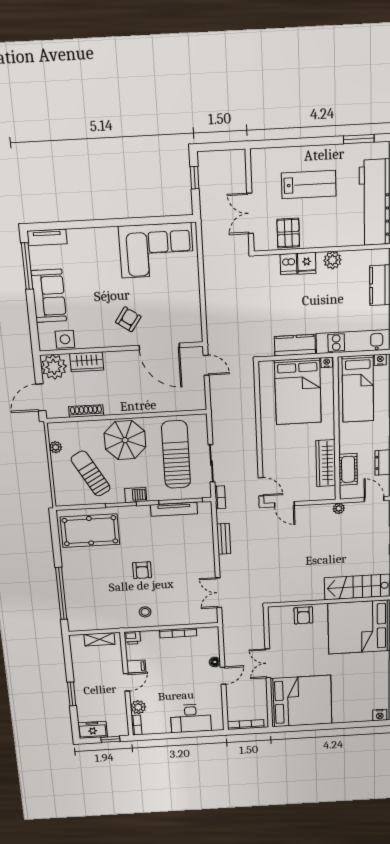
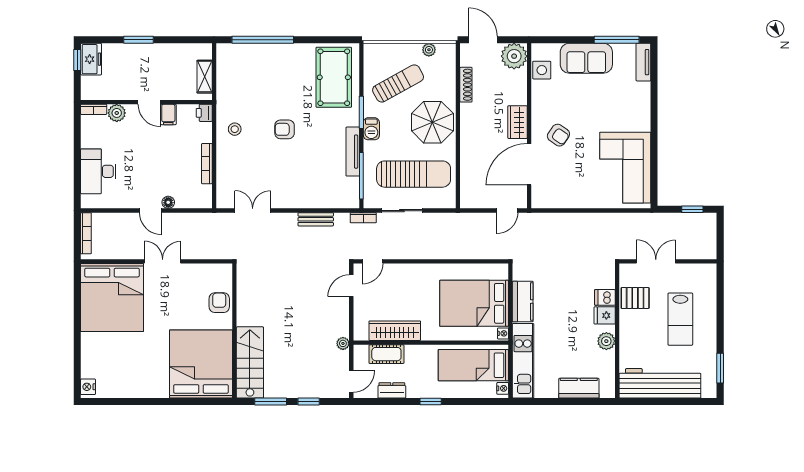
wardrobe: (87, 362) -> (517, 122), moved
tv unit: (174, 509) -> (353, 152), moved
armchair: (303, 615) -> (219, 303), turned 90
window: (110, 739) -> (77, 60), moved

